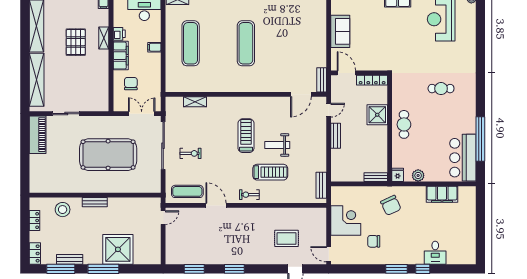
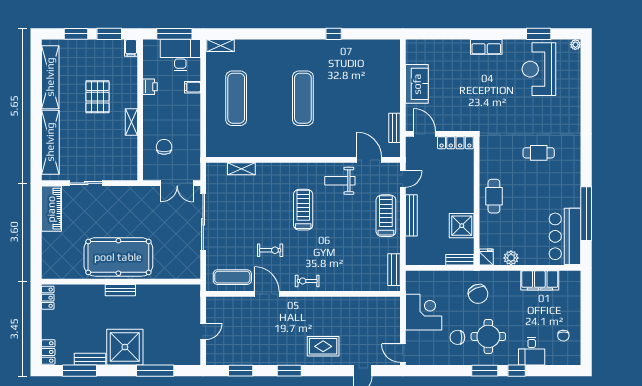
shelving: (104, 38) -> (131, 122), moved
filing cabinet: (154, 47) -> (192, 87), moved
filing cabinet: (121, 56) -> (152, 113), removed
bench: (322, 80) -> (394, 128), moved
door: (301, 94) -> (369, 160), swing flipped
double door: (142, 114) -> (177, 183), swing flipped
shower: (377, 115) -> (462, 226), moved
bench: (336, 136) -> (411, 215), width x1.36
weight bench: (277, 145) -> (340, 181), moved
exercise bike: (190, 153) -> (270, 250), moved
pool table: (108, 155) -> (118, 257), moved
treadmill: (270, 172) -> (386, 216), moved, turned -90
stool: (63, 210) -> (82, 299), removed
door: (163, 218) -> (203, 331), moved
locker: (35, 221) -> (48, 298), moved
rug: (286, 238) -> (323, 346), moved
chair: (461, 240) -> (563, 336), added
round table: (399, 241) -> (488, 336), added
shower: (118, 249) -> (125, 347), moved
window: (103, 269) -> (155, 371), moved

